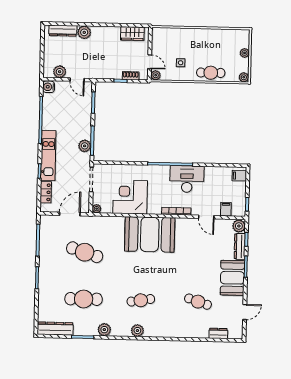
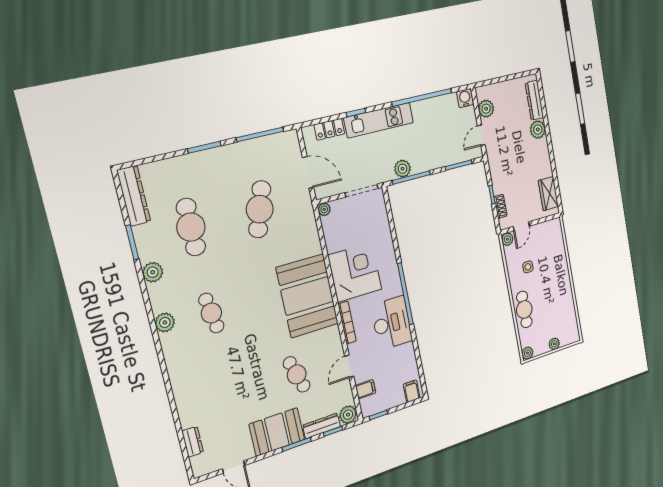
corner desk: (130, 197) -> (355, 272), moved
cafe table: (198, 302) -> (297, 374), moved, turned -36

